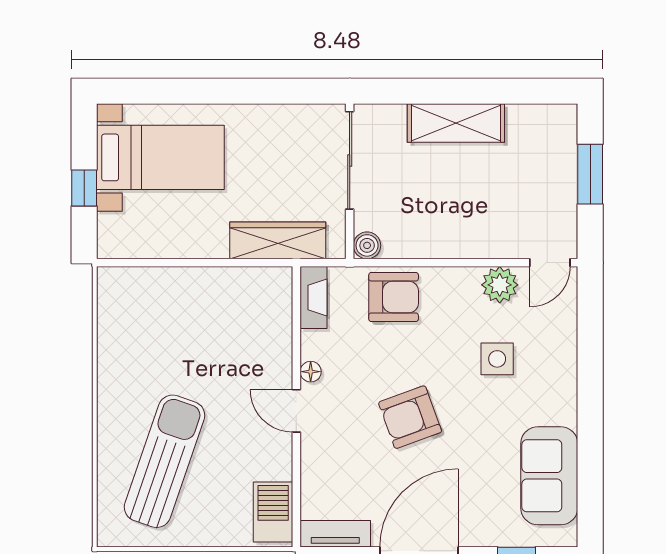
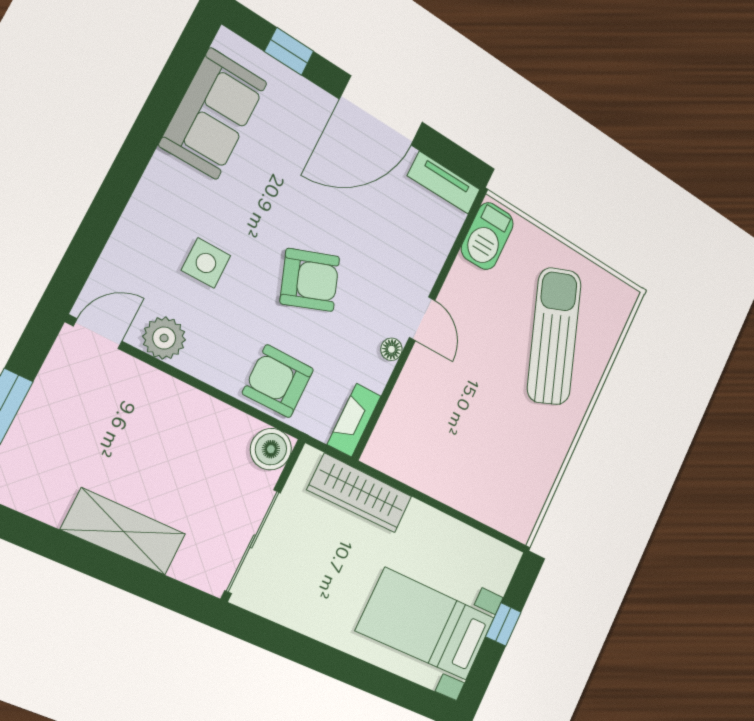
boiler: (367, 245) -> (271, 449), width x1.36, depth x1.36
armchair: (410, 417) -> (310, 280), moved
sun lounger: (165, 461) -> (554, 336), turned 140

